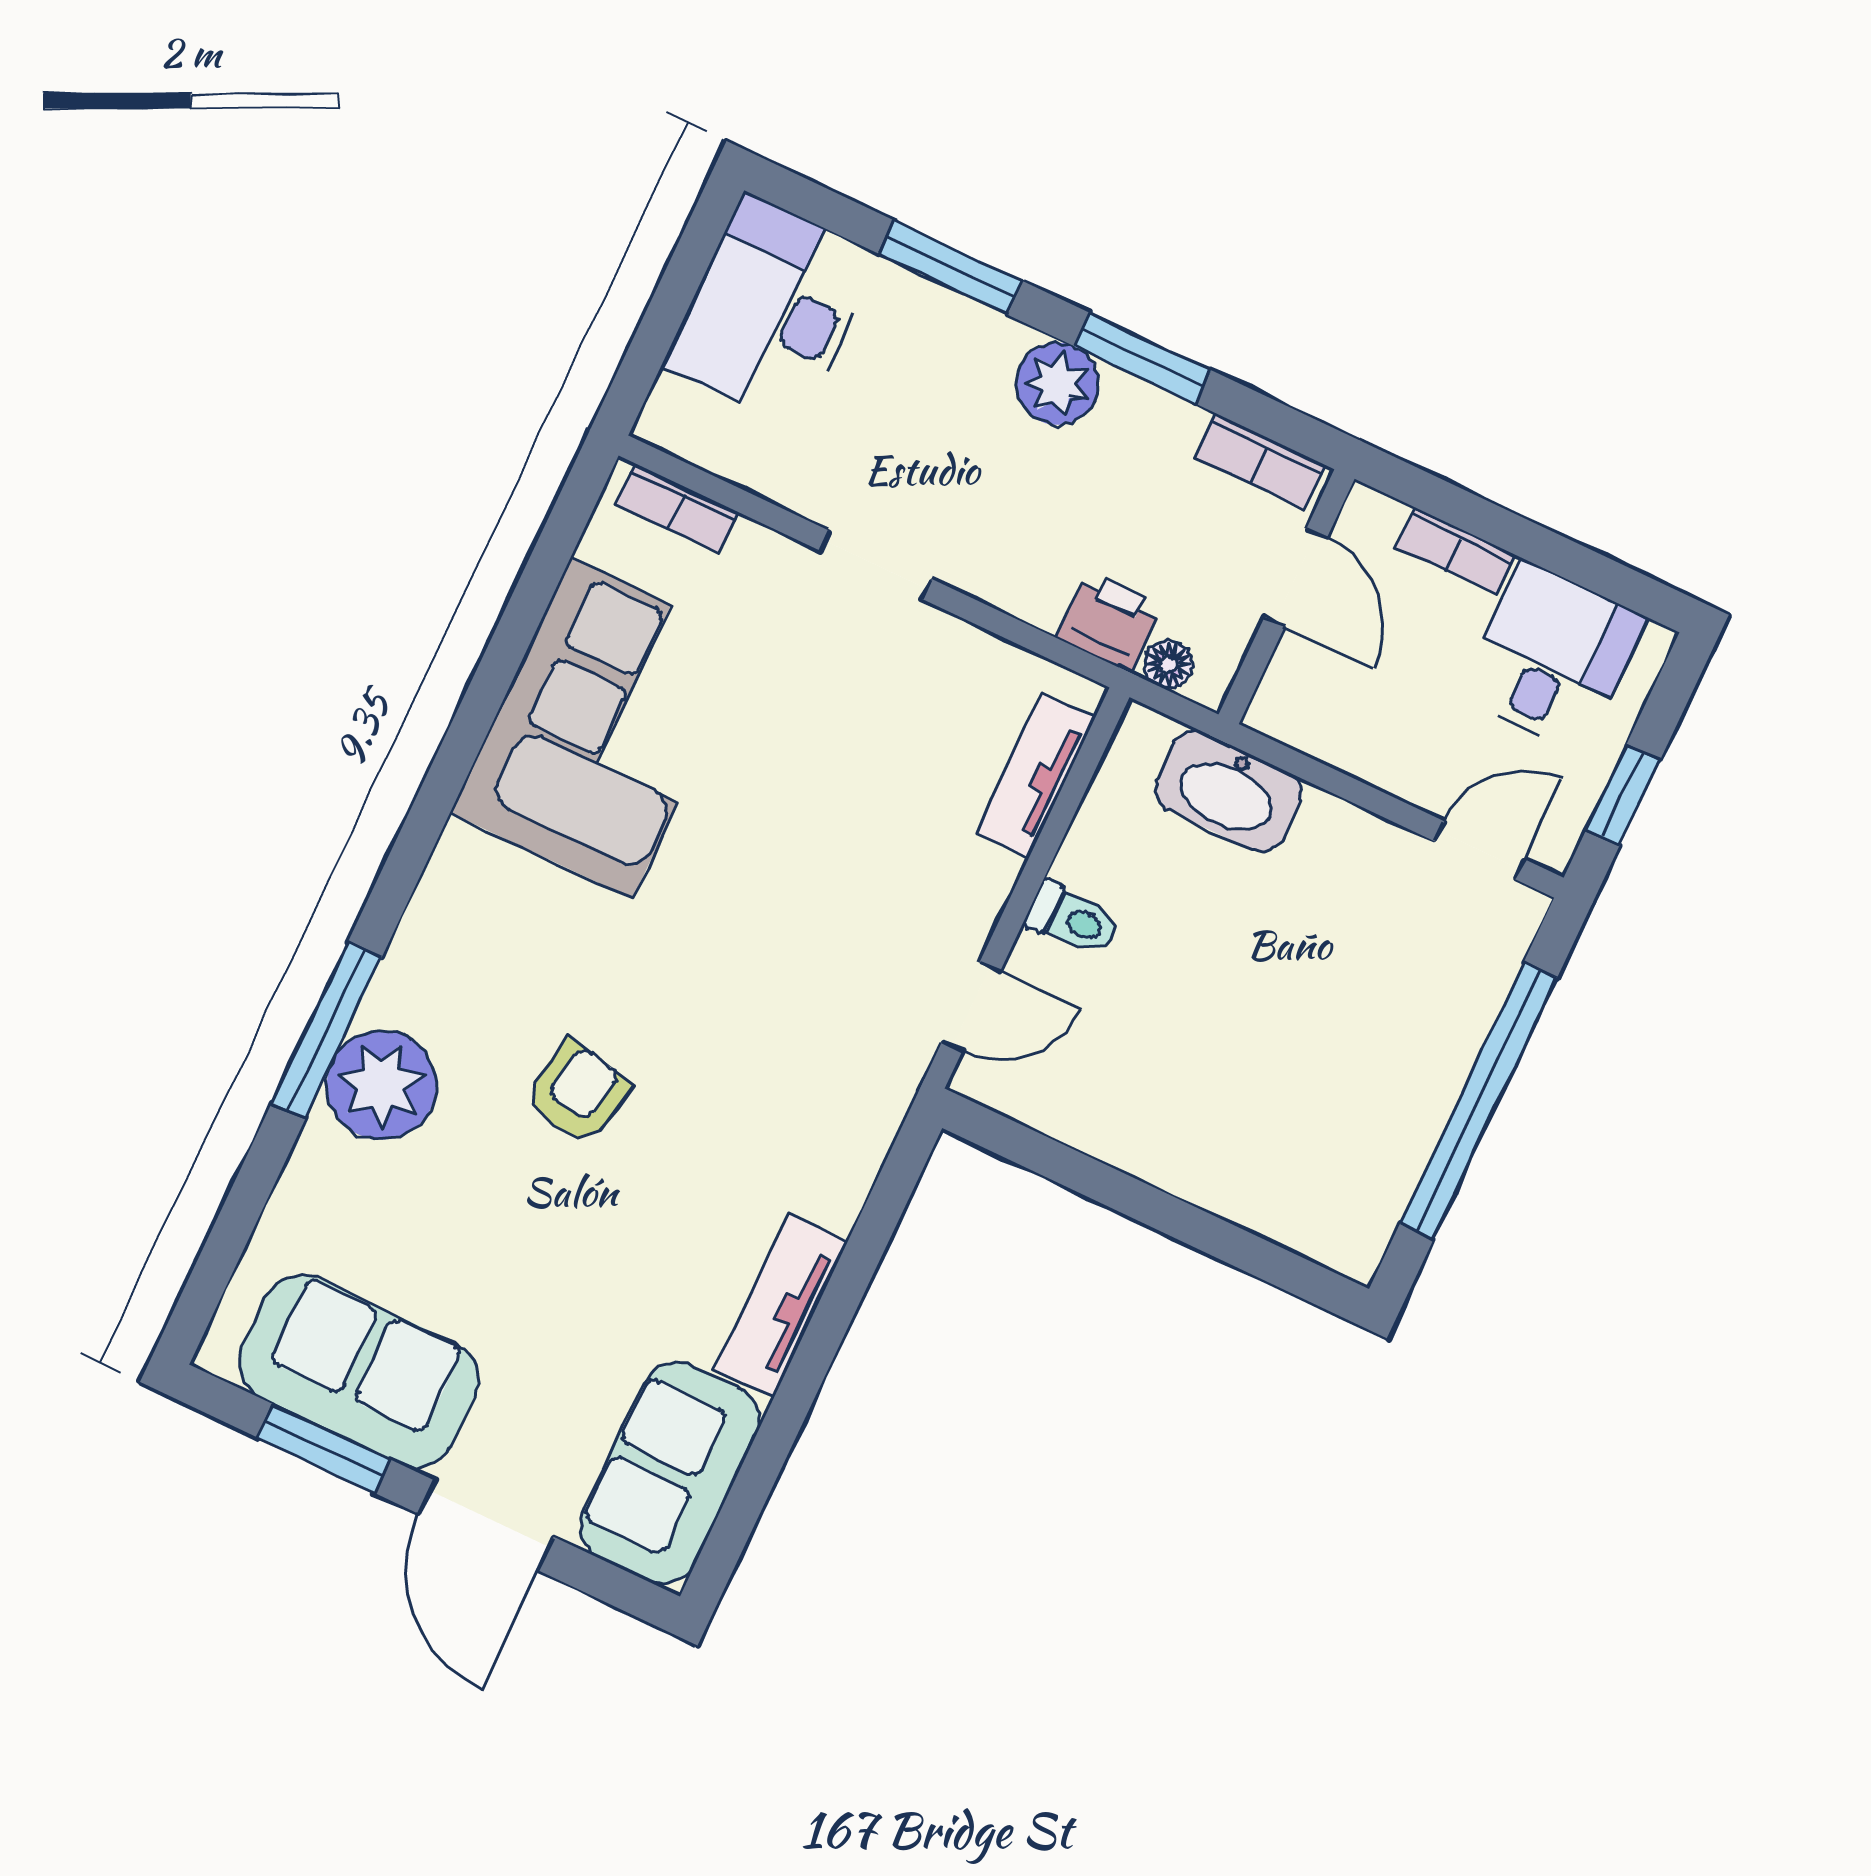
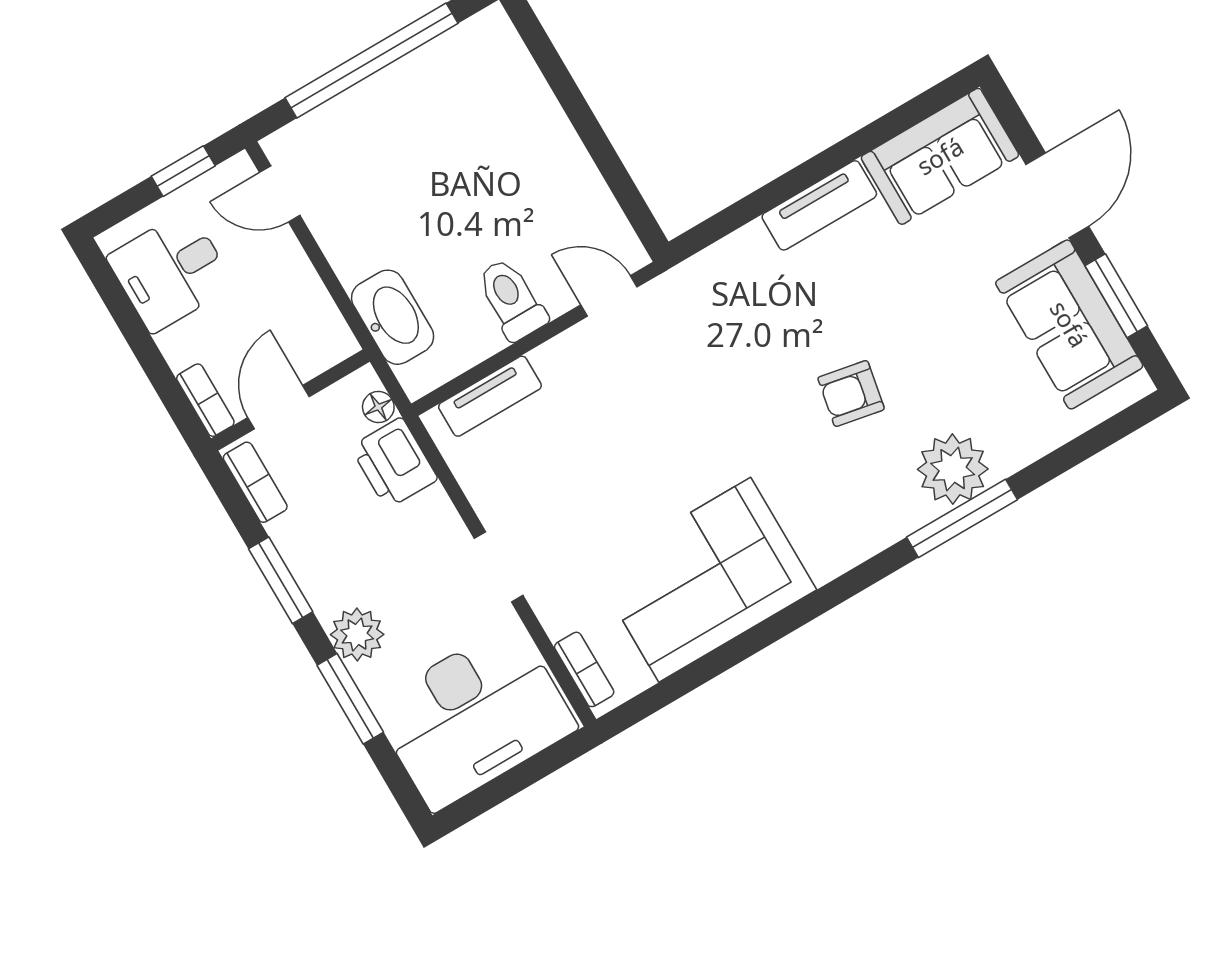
desk: (772, 311) -> (474, 716), width x1.36, depth x1.30
plant: (1057, 384) -> (357, 634), moved
bookcase: (1456, 551) -> (205, 400), moved
printer: (1109, 621) -> (394, 463), width x1.36, depth x1.24
toilet: (1073, 919) -> (512, 299), width x1.37, depth x1.39

